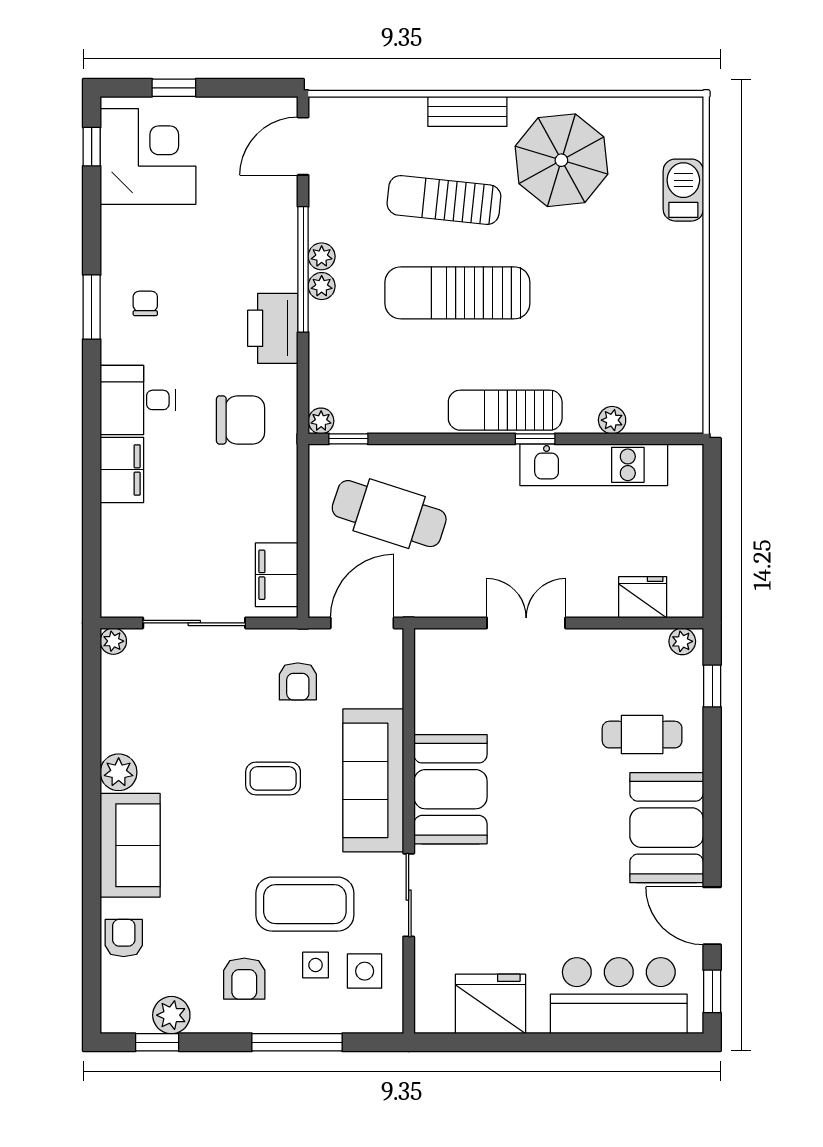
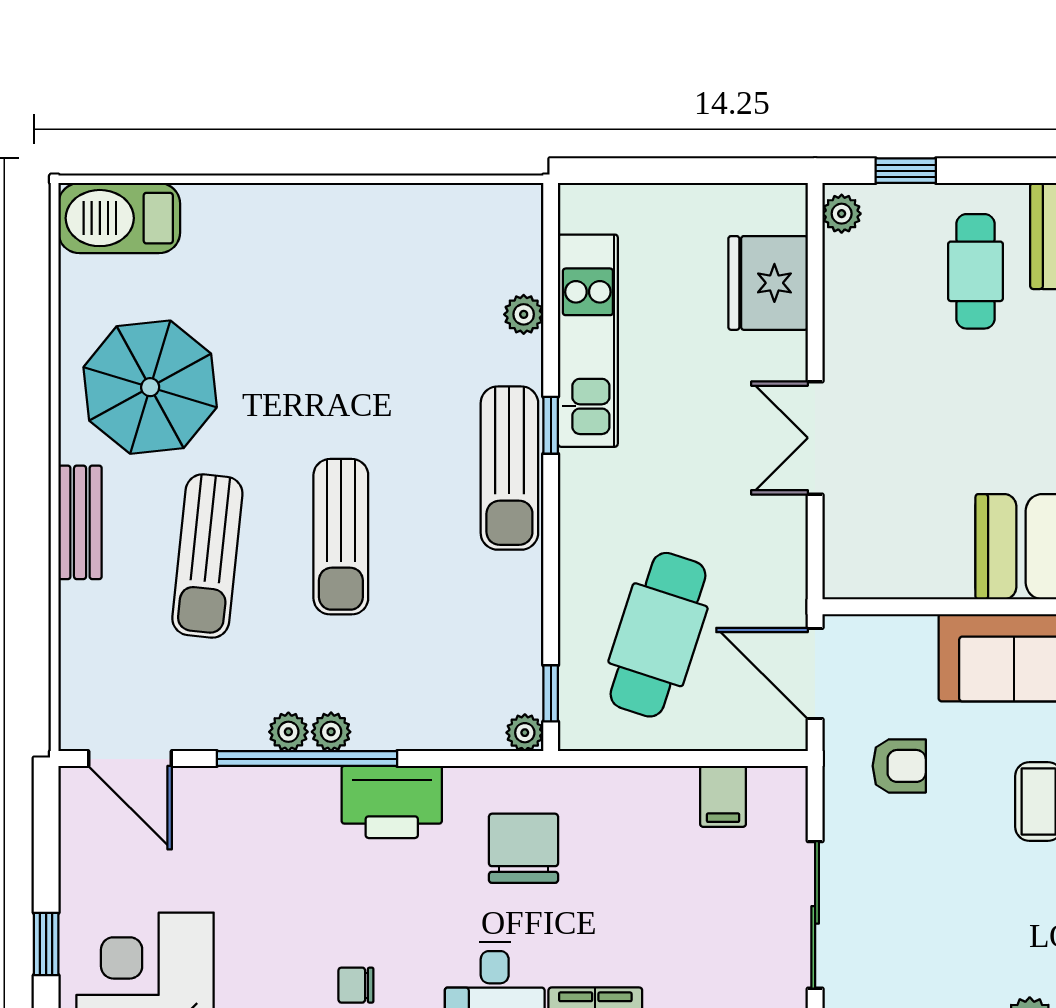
barbecue: (683, 190) -> (119, 218), moved, width x1.37, depth x1.21
sun lounger: (457, 293) -> (341, 537), width x0.73, depth x0.75
filing cabinet: (277, 575) -> (723, 796), width x0.50
fridge: (643, 597) -> (768, 283), width x1.36, depth x1.34

